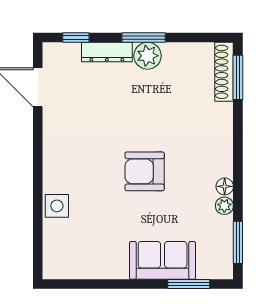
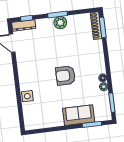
dresser: (107, 52) -> (24, 25), moved

